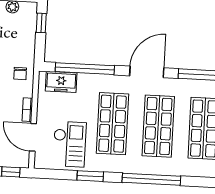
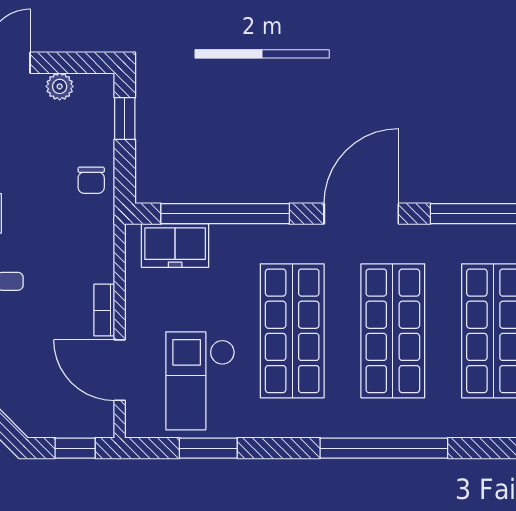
chair: (20, 74) -> (91, 180), moved
checkout: (69, 144) -> (200, 381), turned 180
window: (90, 176) -> (208, 448), moved

